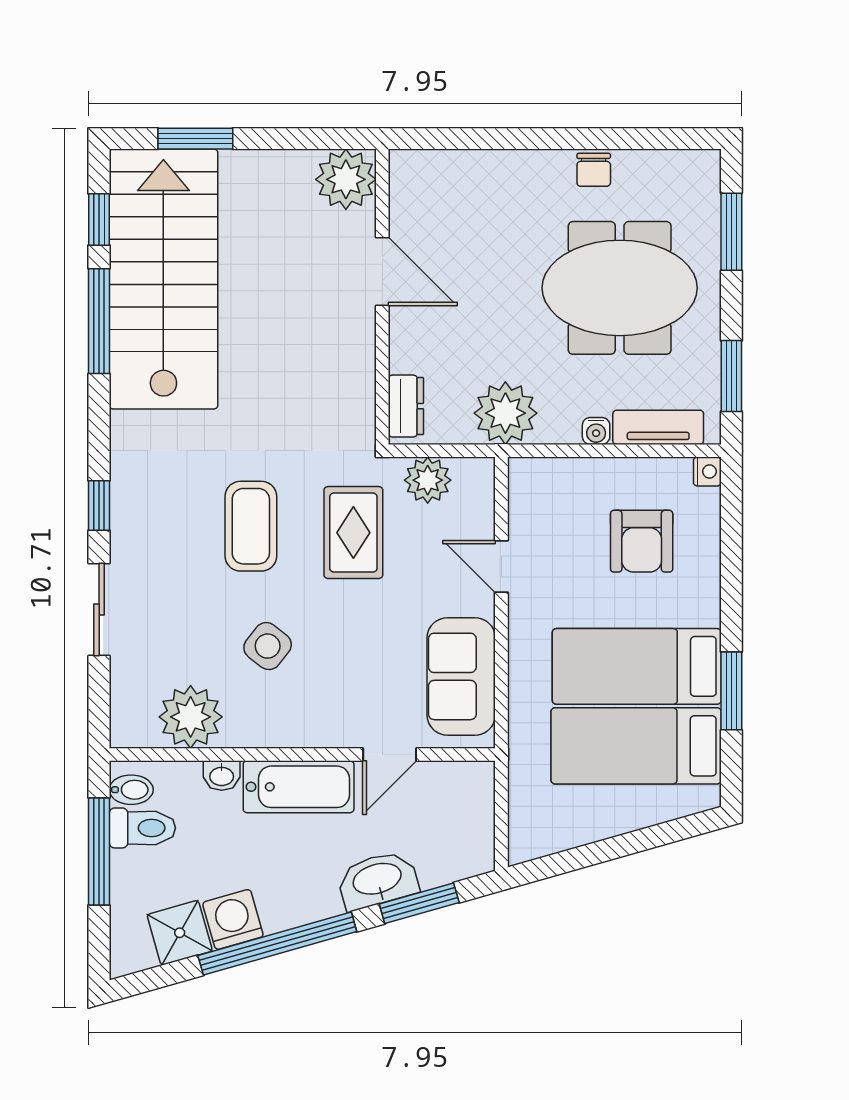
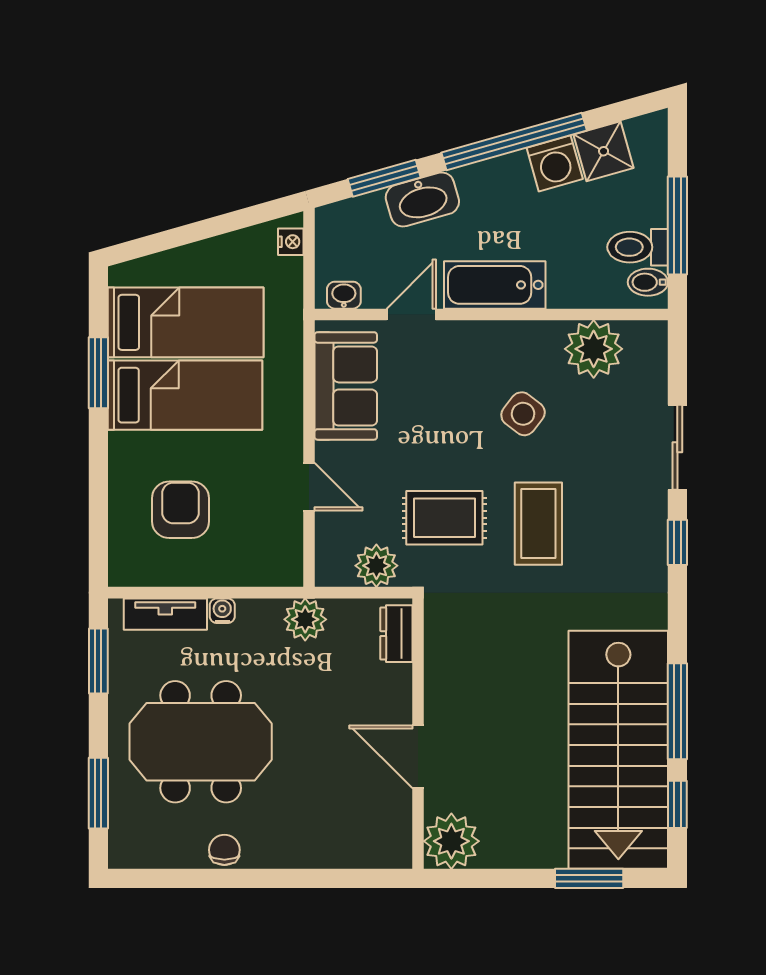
plant: (505, 413) -> (305, 619), width x0.73, depth x0.73
nightstand: (707, 471) -> (291, 242), moved, turned 180
rug: (353, 533) -> (444, 518), turned 90
washbasin: (222, 776) -> (344, 295), moved

